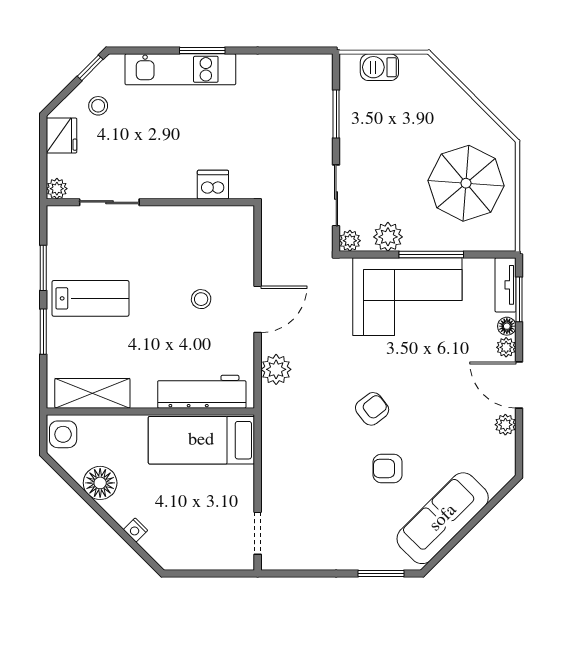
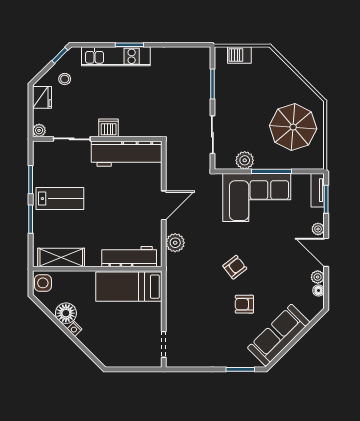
dishwasher: (213, 185) -> (109, 128), moved
workbench: (198, 226) -> (127, 154), added
plant: (350, 241) -> (221, 163), removed
stool: (201, 299) -> (129, 199), removed
floor lamp: (507, 326) -> (318, 290), moved
nightstand: (136, 530) -> (75, 329), moved

